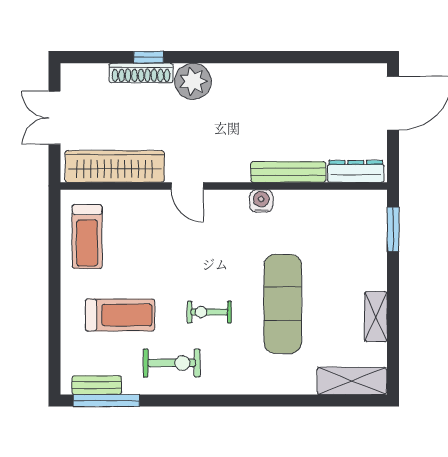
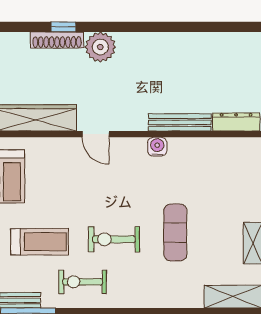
exercise mat: (283, 304) -> (175, 232), width x0.73, depth x0.69
exercise bike: (209, 312) -> (114, 239), width x1.38, depth x1.39
exercise bike: (172, 363) -> (83, 282), turned 180

